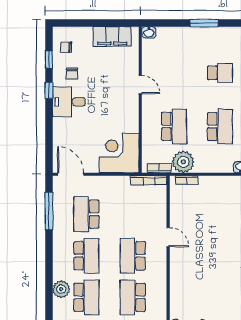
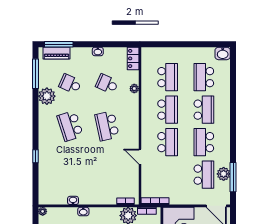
school desk: (210, 277) -> (107, 126), added
plant: (61, 289) -> (224, 174), moved
school desk: (86, 297) -> (204, 110), turned 180

